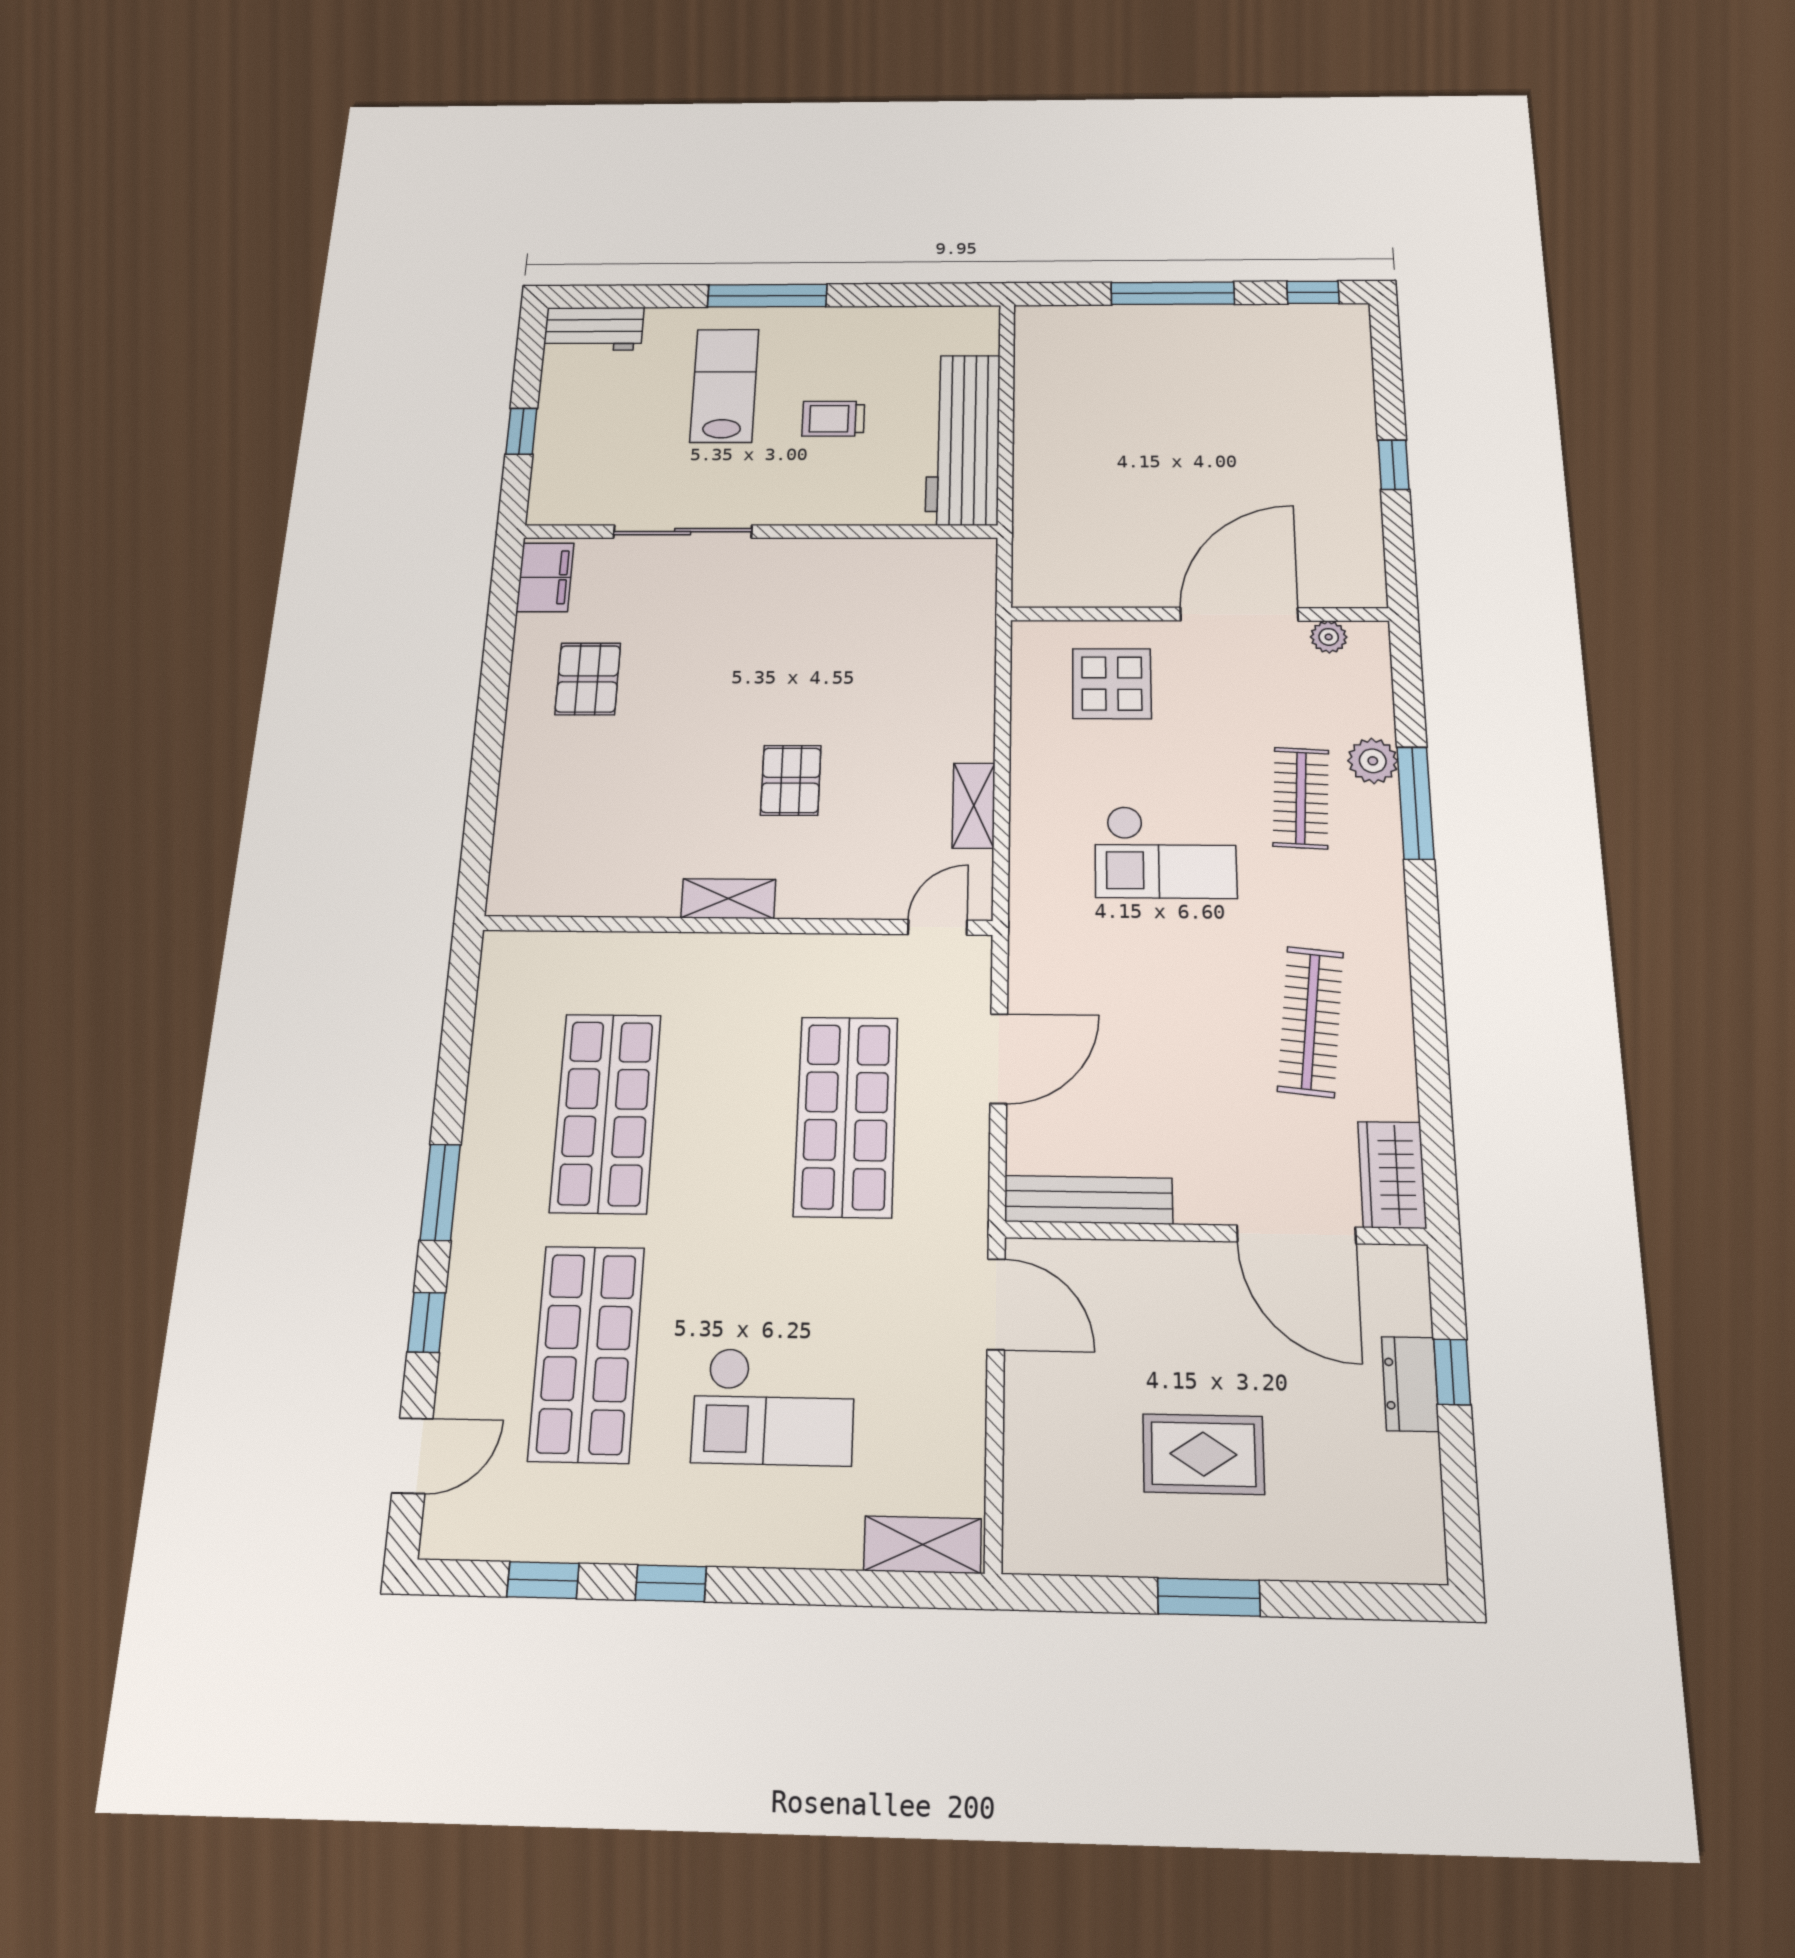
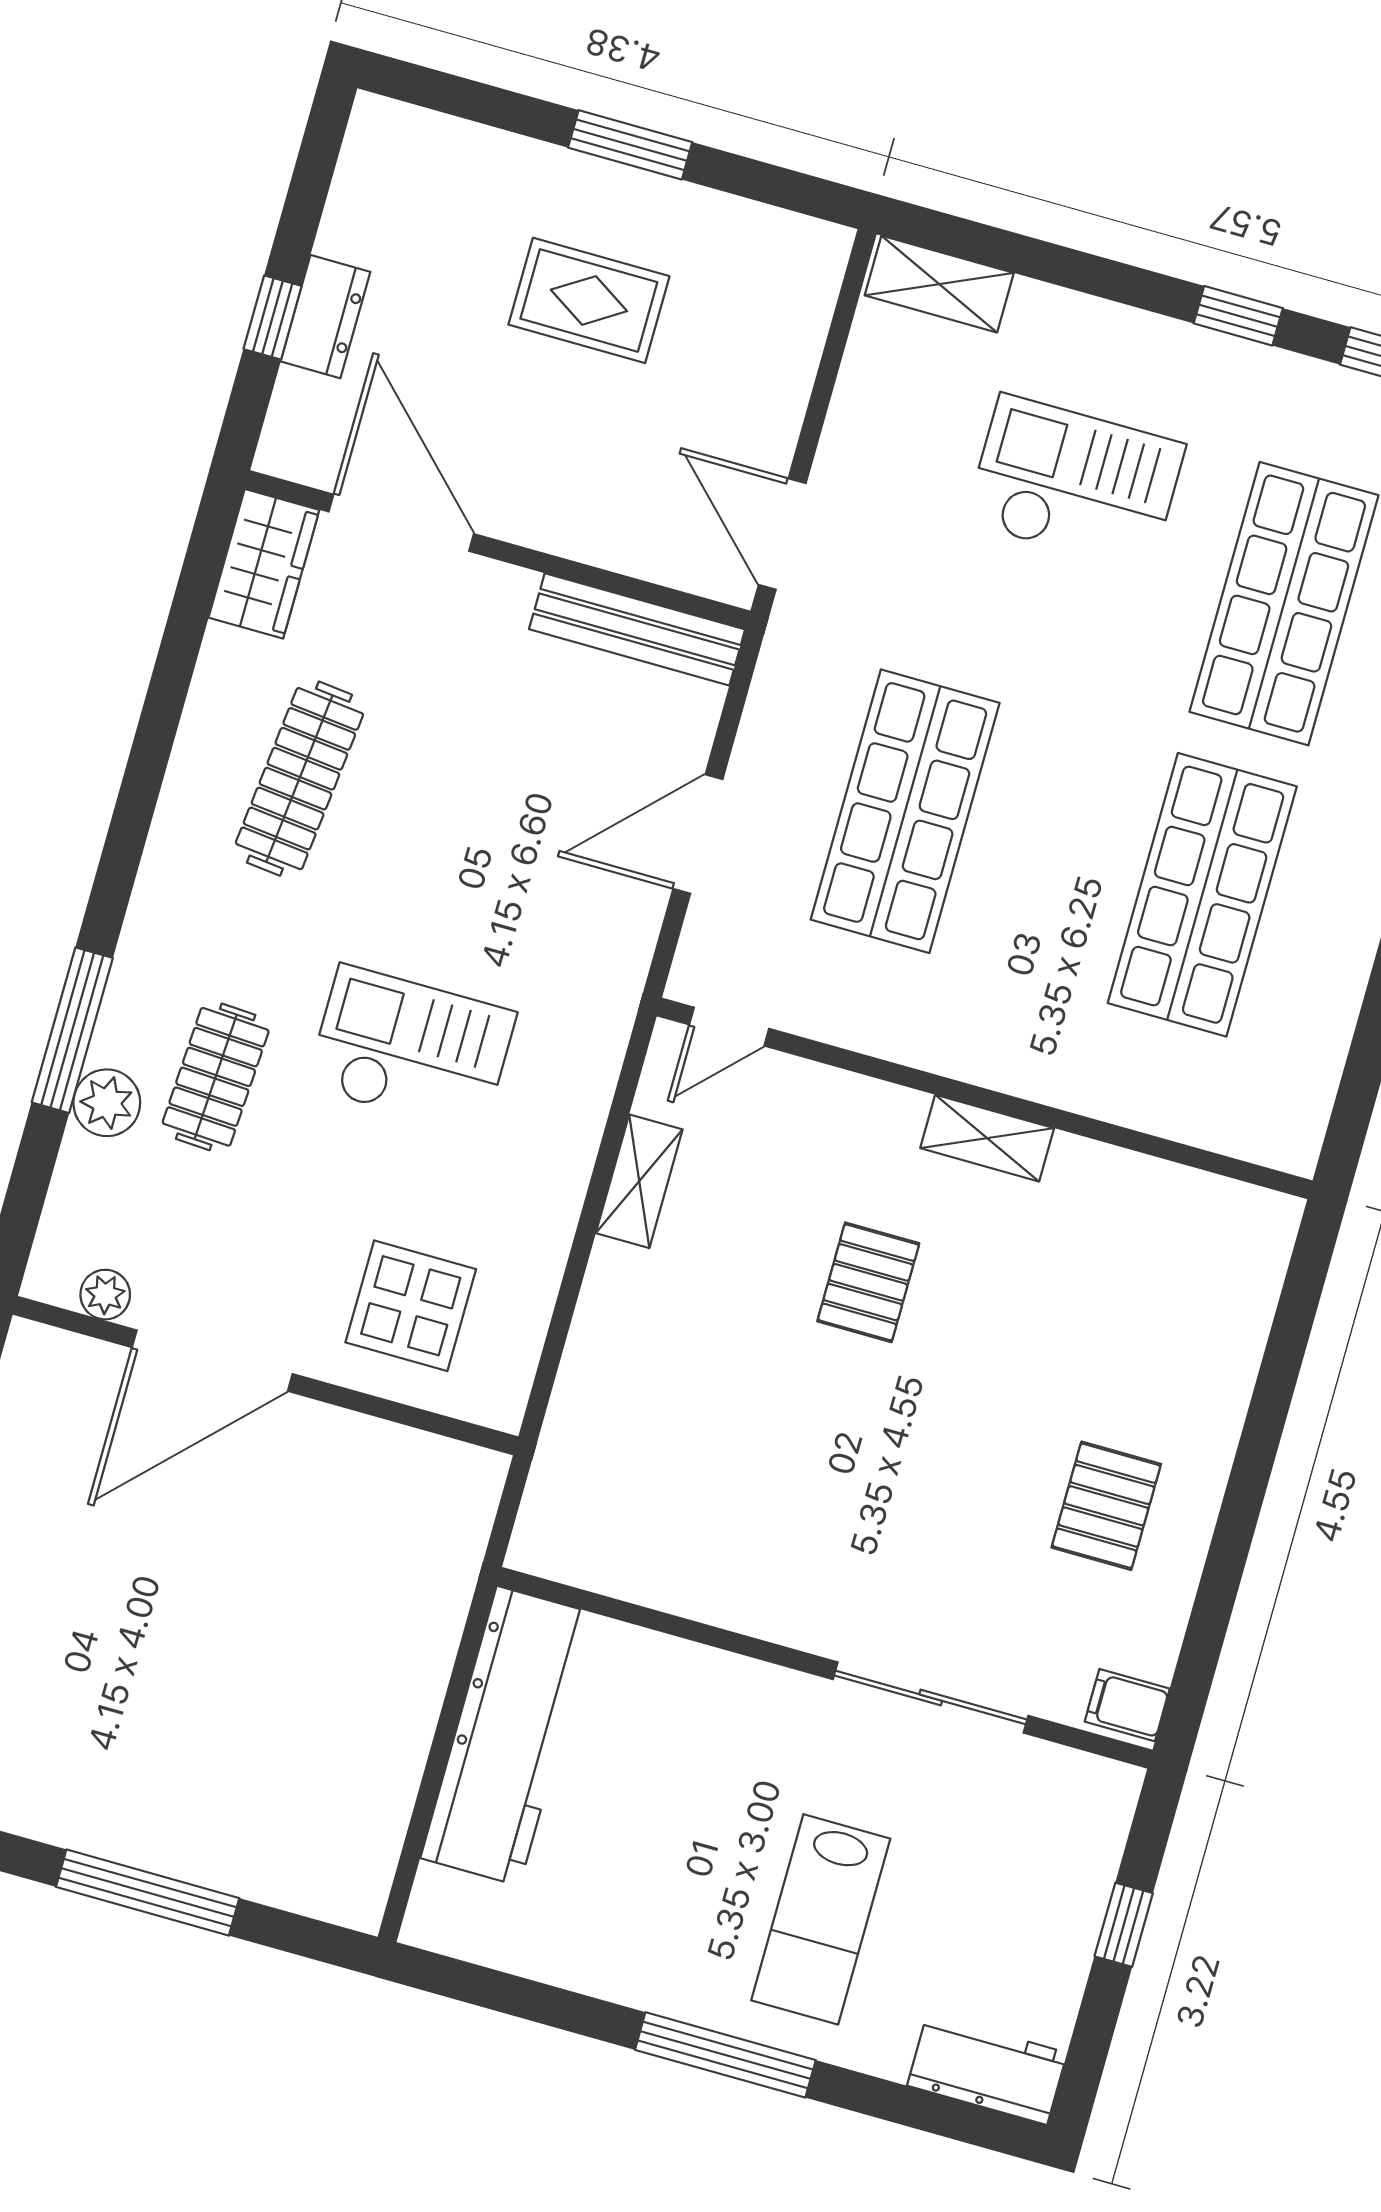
trolley: (833, 419) -> (680, 1821), removed
filing cabinet: (545, 577) -> (1127, 1705), width x0.50

